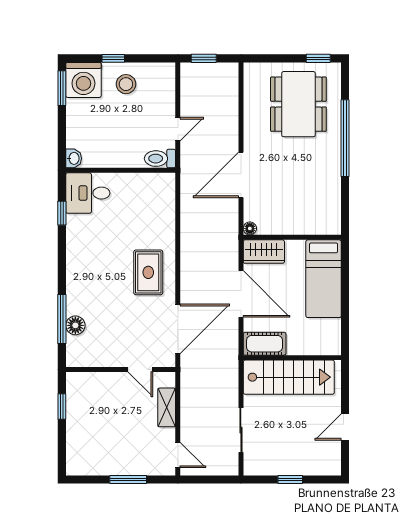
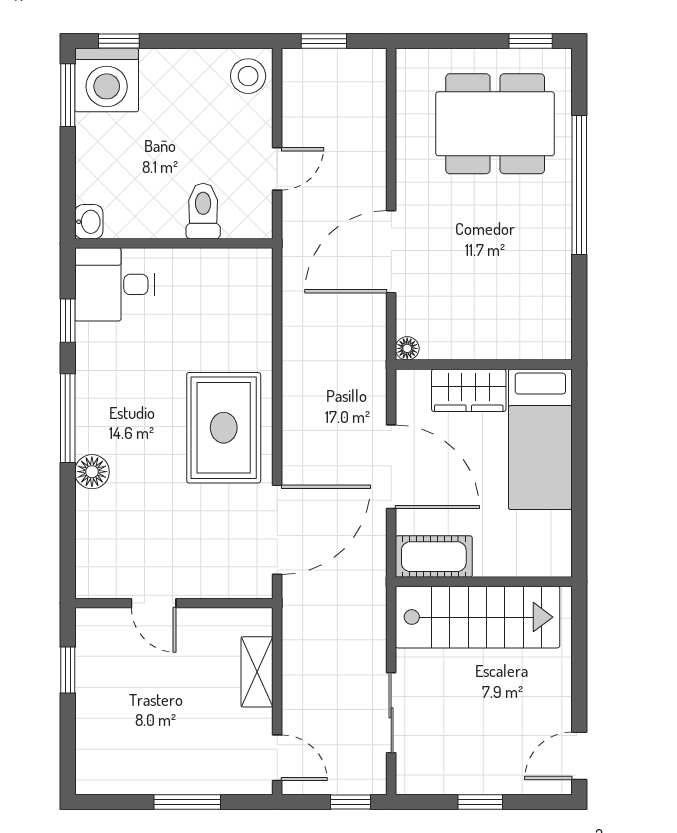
window: (113, 58) -> (119, 41), moved
stool: (126, 84) -> (248, 76), moved
dining table: (298, 104) -> (495, 124), turned 90
toilet: (160, 159) -> (203, 211), moved, turned 90
wardrobe: (264, 252) -> (469, 390), moved
rug: (148, 272) -> (224, 428), width x1.36, depth x1.43
window: (62, 319) -> (68, 418), moved
floor lamp: (75, 325) -> (92, 472), moved
door: (140, 369) -> (154, 603), moved
door: (345, 427) -> (579, 756), moved
window: (218, 479) -> (351, 802), added

